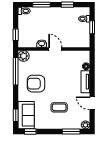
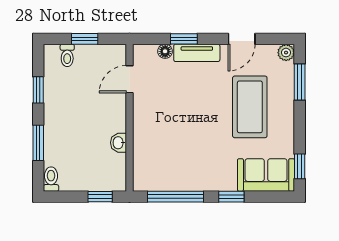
door: (55, 49) -> (130, 79), moved
plant: (24, 56) -> (144, 180), removed
window: (92, 75) -> (184, 39), added
armchair: (36, 84) -> (201, 155), removed
coffee table: (59, 107) -> (250, 107), width x1.86, depth x1.72
window: (16, 115) -> (231, 197), moved

